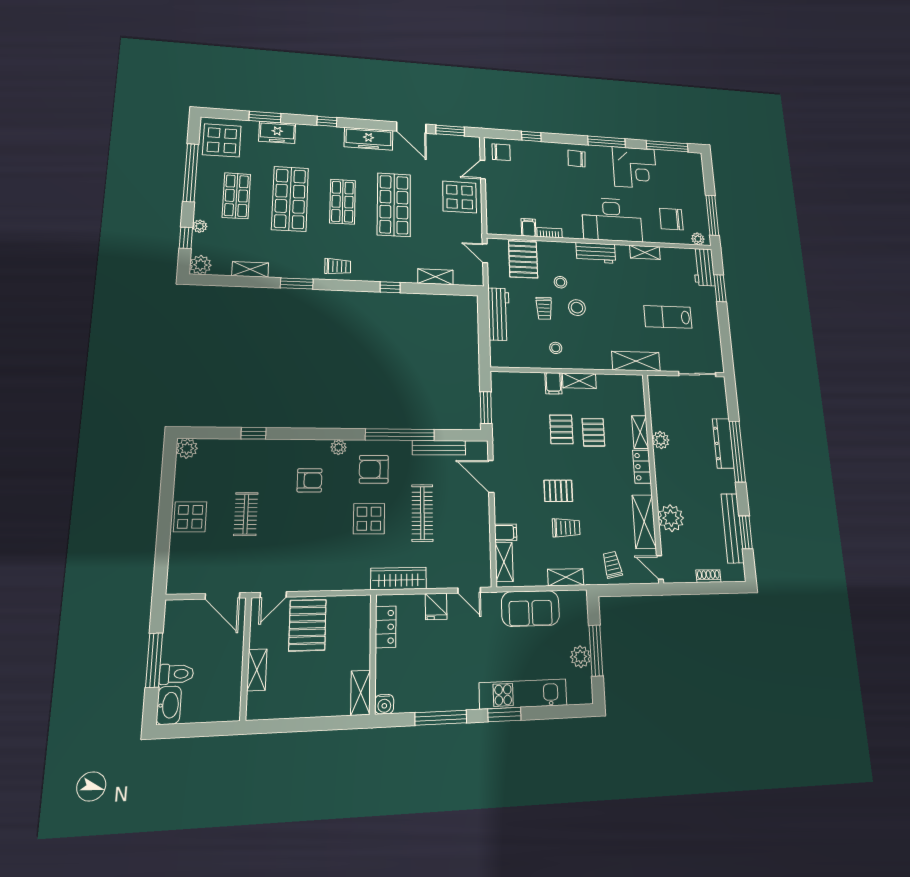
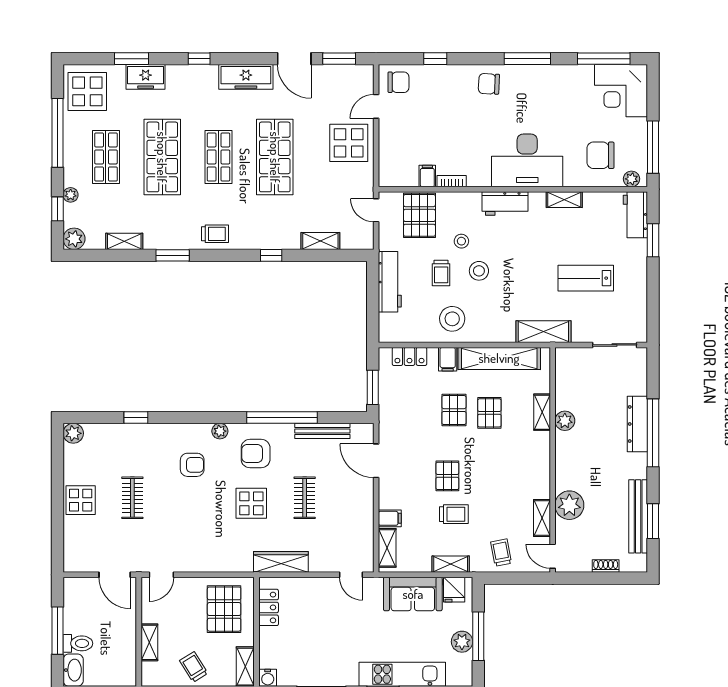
corner desk: (635, 168) -> (621, 91), moved, turned 90
stool: (556, 348) -> (452, 319), width x1.89, depth x1.89
shelving: (579, 381) -> (499, 358), width x2.20, depth x1.33
locker: (642, 467) -> (409, 356), moved, turned -90
pallet: (558, 491) -> (447, 476), turned 90
clothes rail: (422, 513) -> (305, 498), width x0.73
shelving: (644, 522) -> (542, 518), width x0.67, depth x0.75
fridge: (436, 606) -> (454, 590), moved
pallet: (307, 625) -> (224, 609), moved
trolley: (305, 696) -> (194, 667), added

